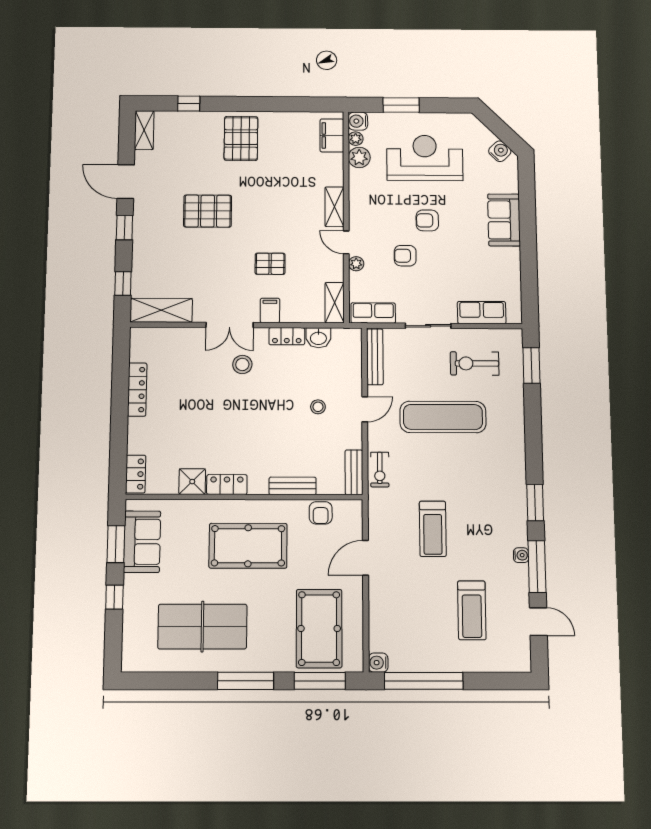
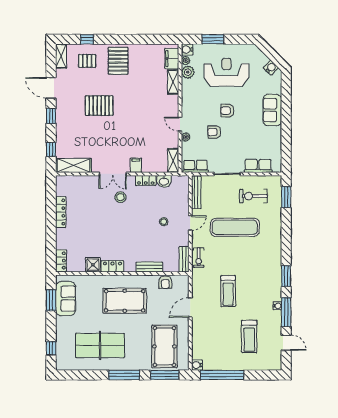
shelving: (334, 207) -> (173, 82), moved
pallet: (270, 264) -> (87, 61), moved
window: (114, 597) -> (51, 348), moved

